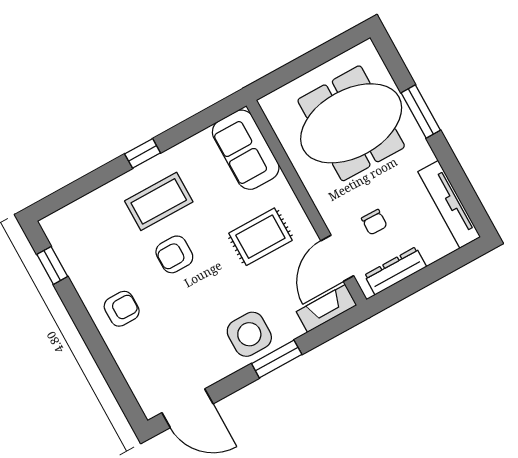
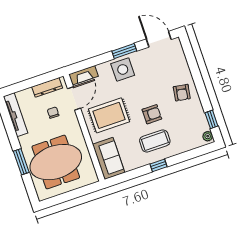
plant: (54, 230) -> (208, 136), added
rug: (260, 237) -> (109, 115), width x1.36, depth x1.43
armchair: (122, 309) -> (182, 93), turned -81
window: (277, 359) -> (124, 51), moved

